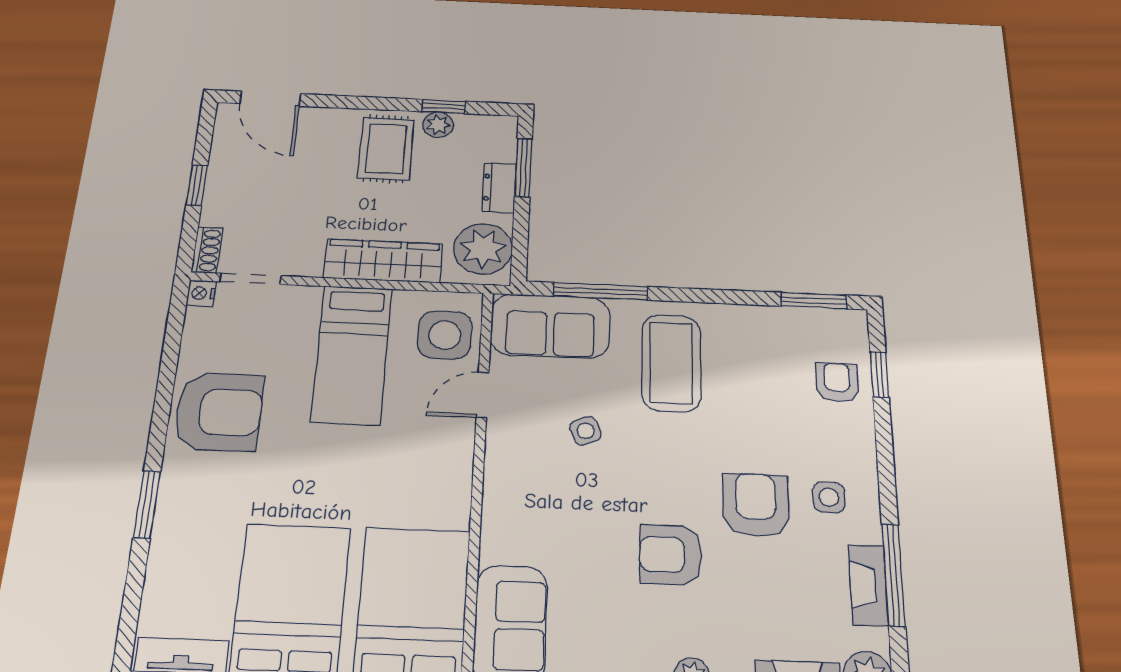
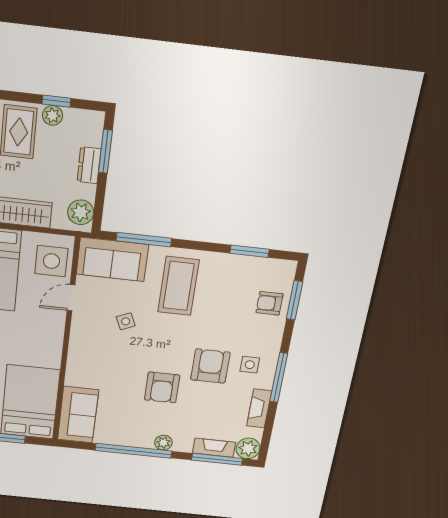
plant: (483, 249) -> (81, 212), width x0.73, depth x0.73
window: (814, 301) -> (249, 251), moved
window: (879, 375) -> (295, 300), width x1.50
armchair: (837, 382) -> (269, 303), turned -90
armchair: (671, 555) -> (162, 388), turned -90
window: (893, 575) -> (279, 378), moved

